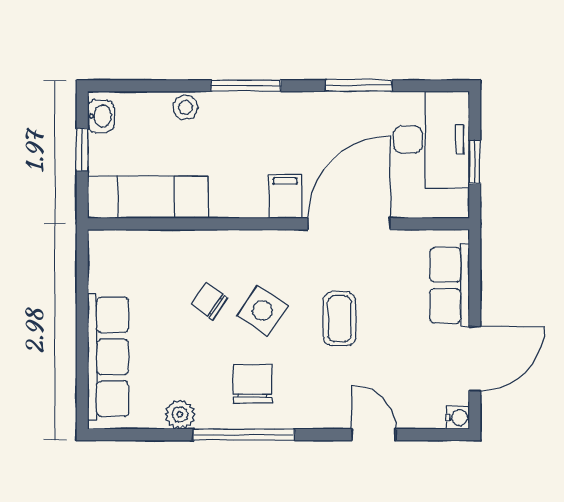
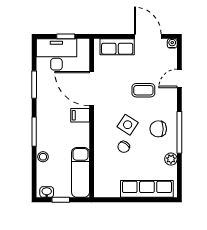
coffee table: (339, 319) -> (143, 90), moved

